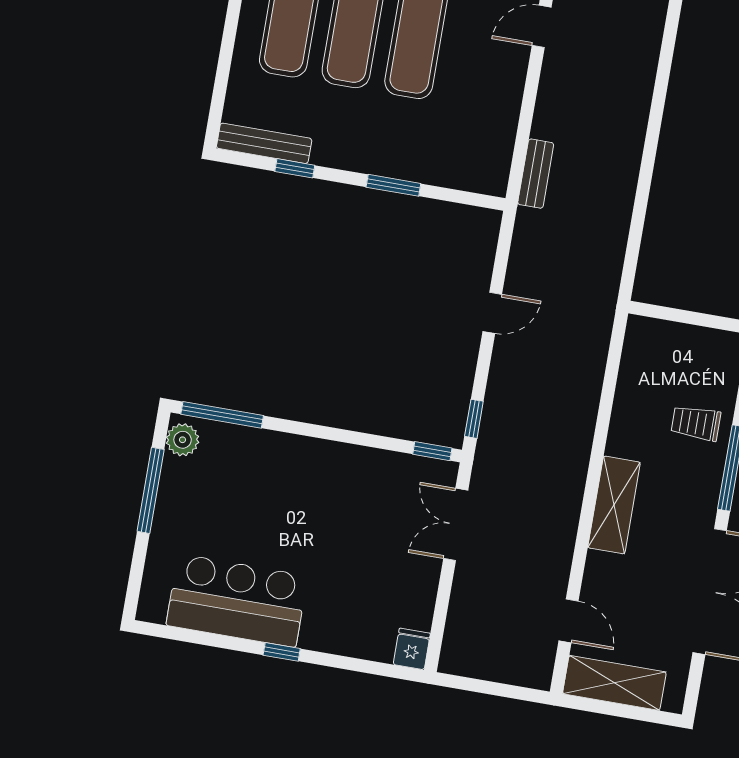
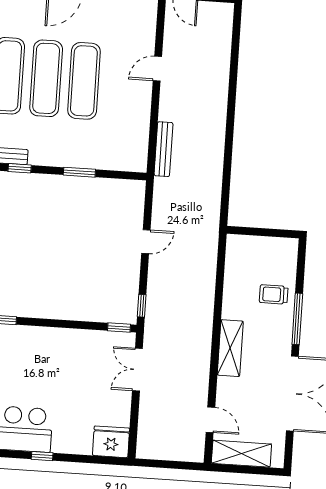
bench: (536, 174) -> (163, 149), width x1.36
fridge: (412, 649) -> (111, 442), width x1.88, depth x1.34

